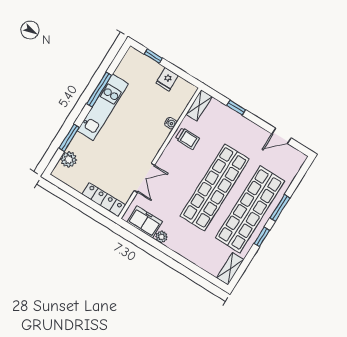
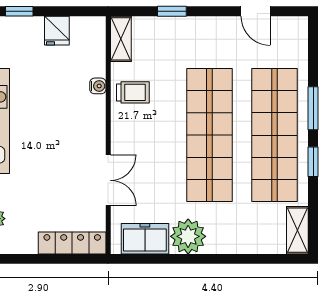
door: (281, 136) -> (256, 11), hinge flipped
plant: (162, 237) -> (188, 236), width x1.87, depth x1.87

